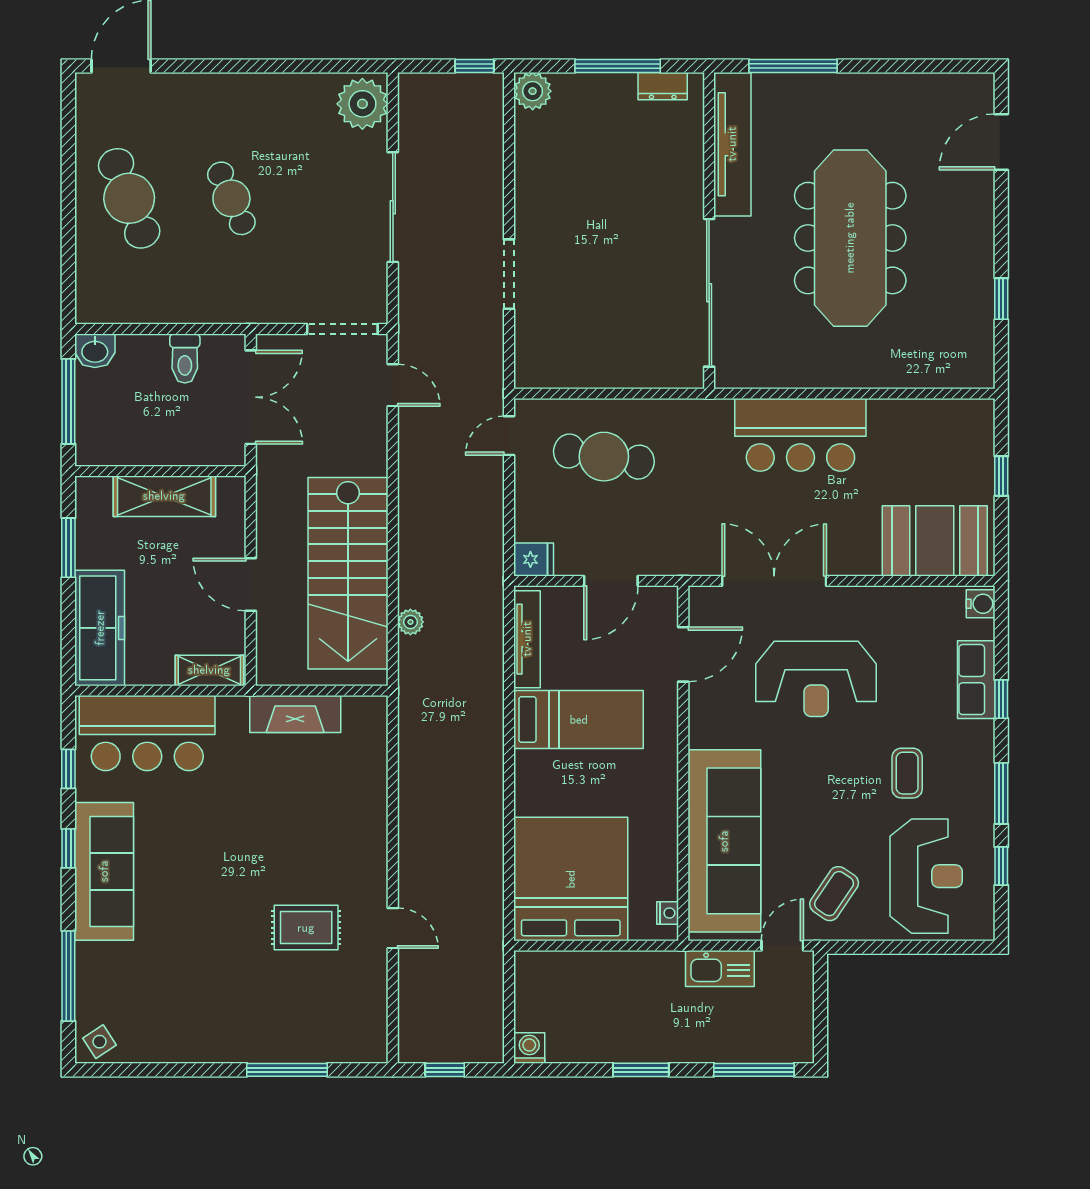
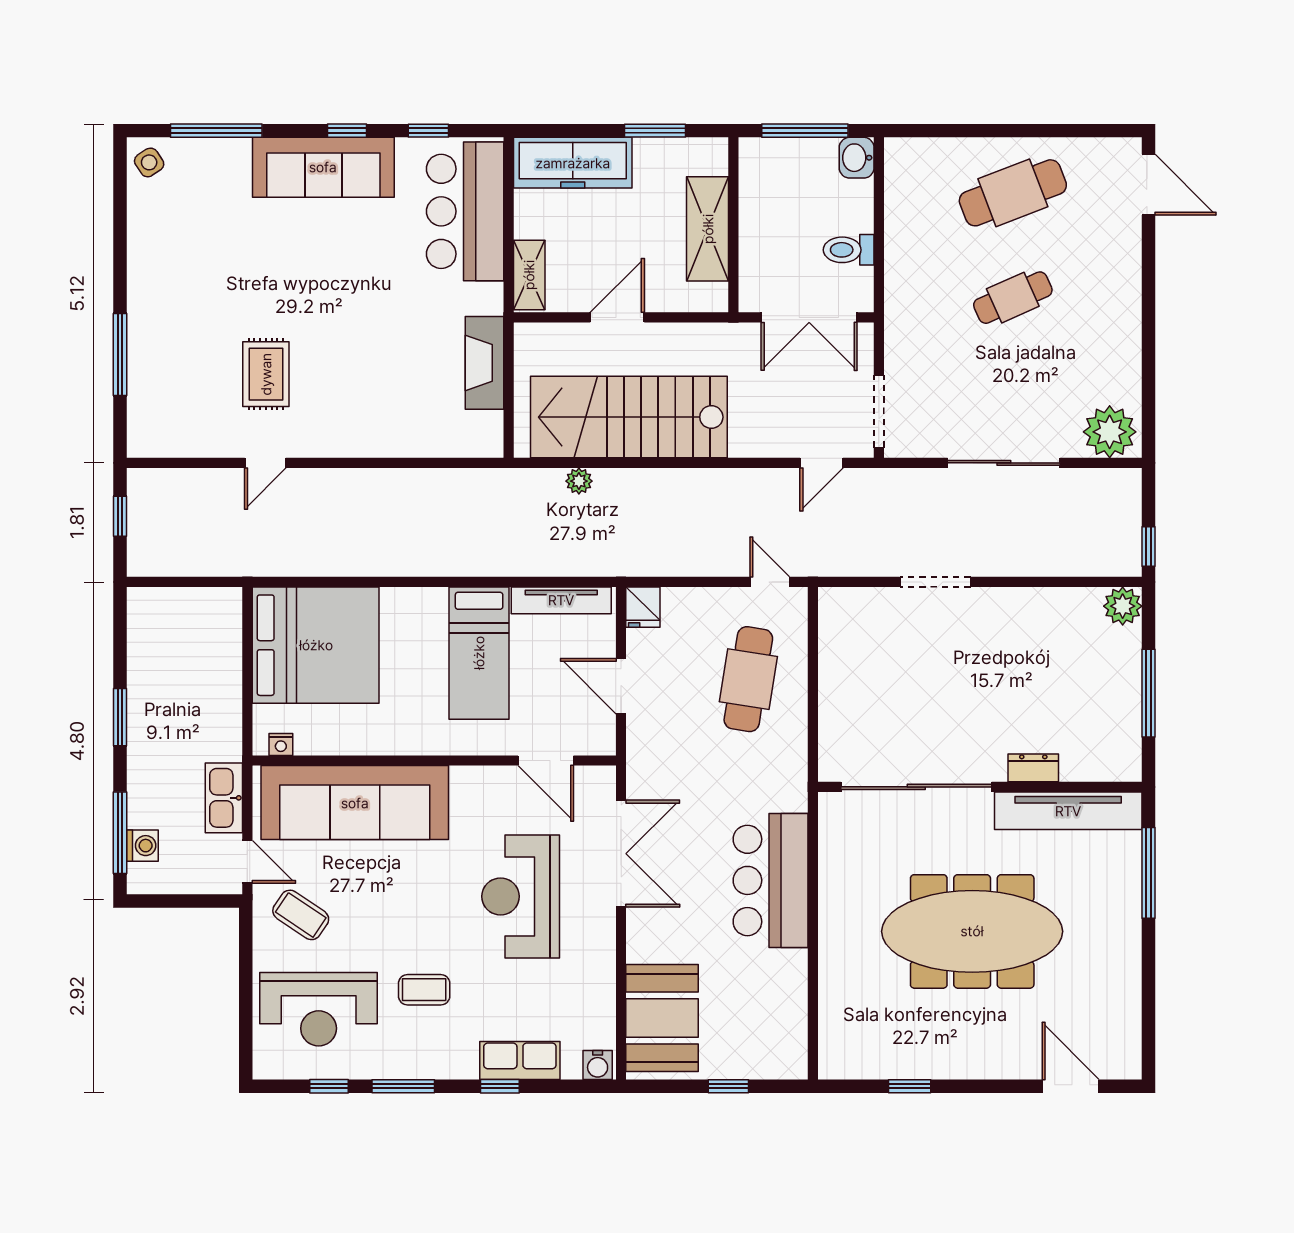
dresser: (663, 86) -> (1033, 768), moved, turned 90
washing machine: (529, 1048) -> (142, 846), moved

